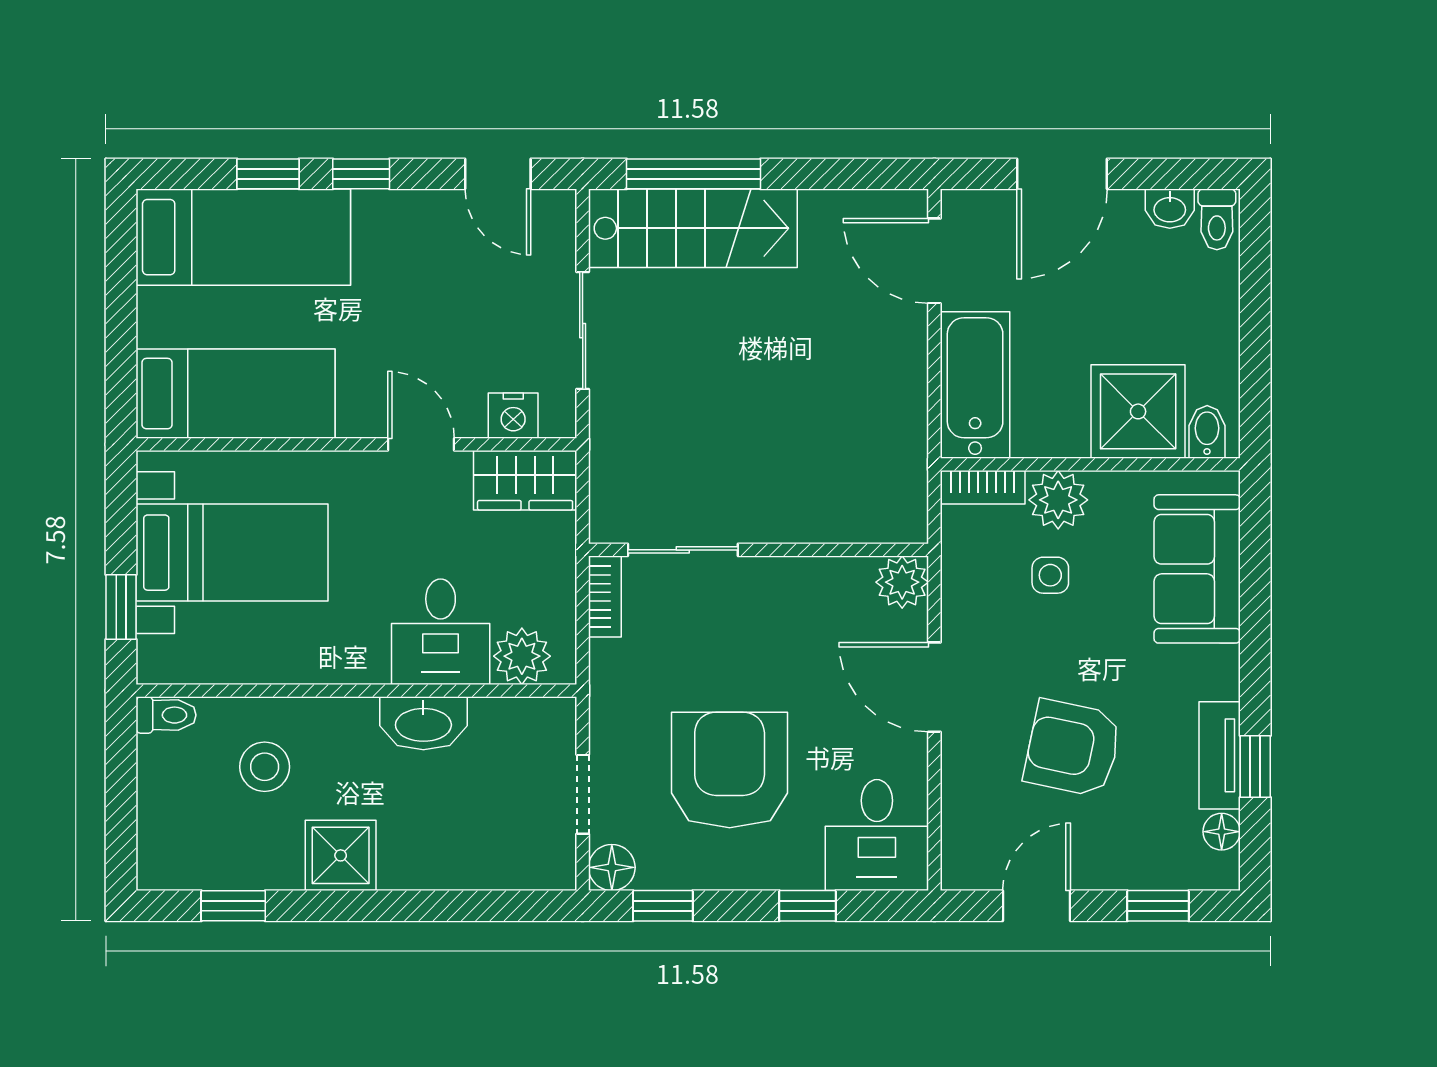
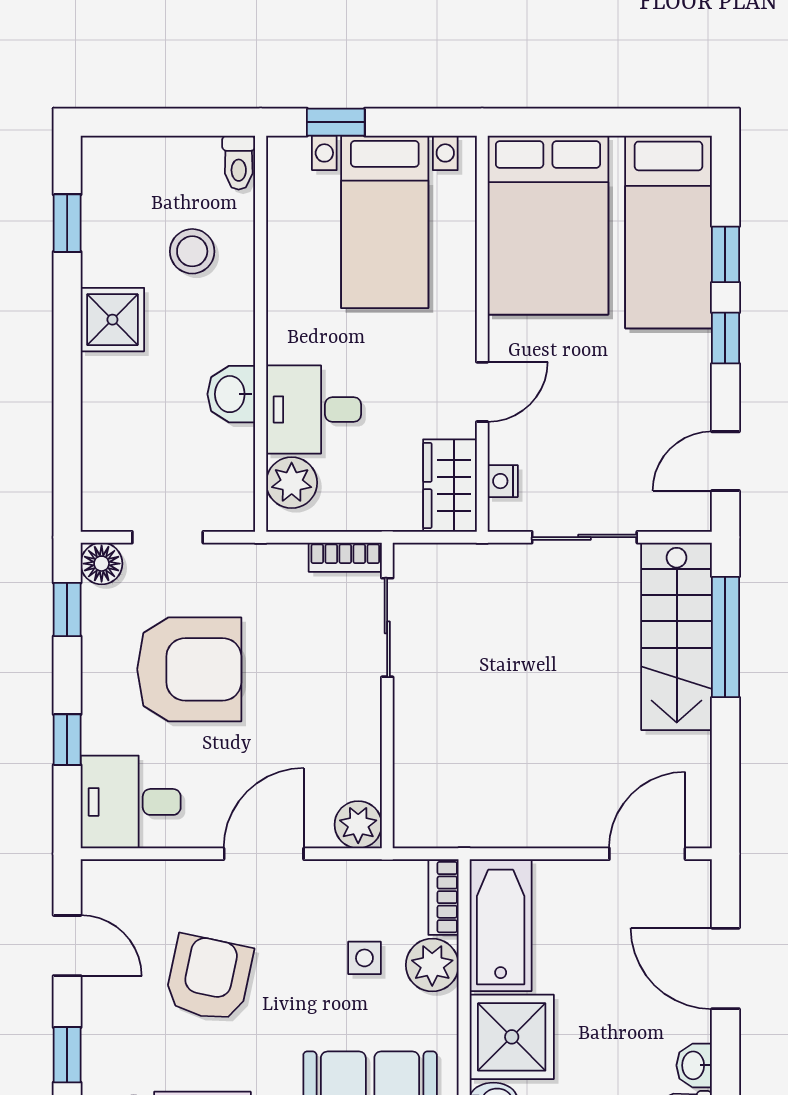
bathtub: (975, 385) -> (501, 925), moved, turned -90
bed: (236, 394) -> (548, 225), width x1.50
nightstand: (513, 416) -> (503, 481), width x0.72, depth x0.74
washbasin: (423, 723) -> (231, 394), width x0.72

